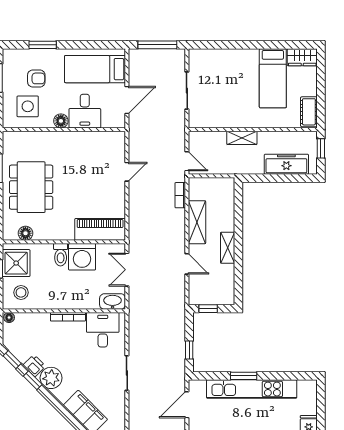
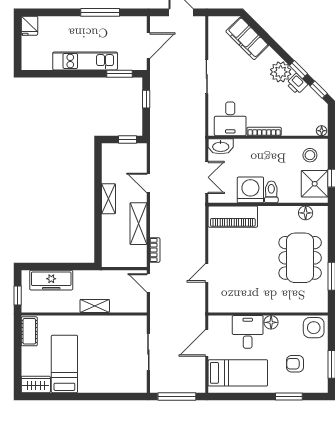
side table: (28, 106) -> (314, 328), moved
window: (244, 376) -> (119, 74), moved
kitchen unit: (252, 389) -> (85, 61), width x0.73

